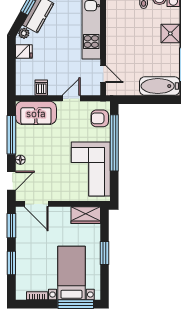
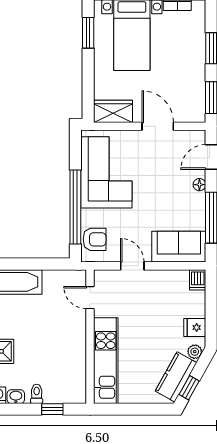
dishwasher: (41, 88) -> (198, 280), moved
door: (71, 98) -> (132, 266), swing flipped
door: (36, 204) -> (158, 126), moved
window: (105, 253) -> (88, 33), moved

